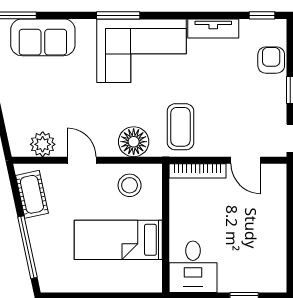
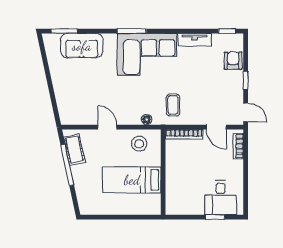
coffee table: (180, 127) -> (173, 105), width x0.73, depth x0.77
floor lamp: (134, 142) -> (147, 120), width x0.53, depth x0.53
plant: (43, 144) -> (81, 117), removed
bookcase: (279, 189) -> (238, 146), added
window: (27, 247) -> (67, 165), moved
desk: (193, 267) -> (221, 198), moved

